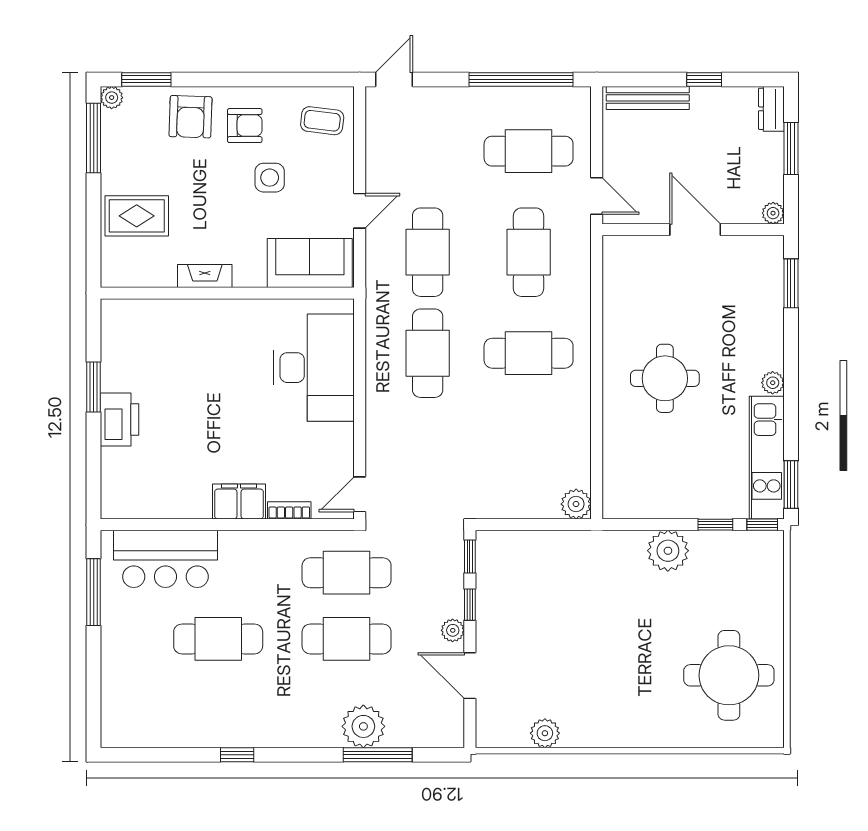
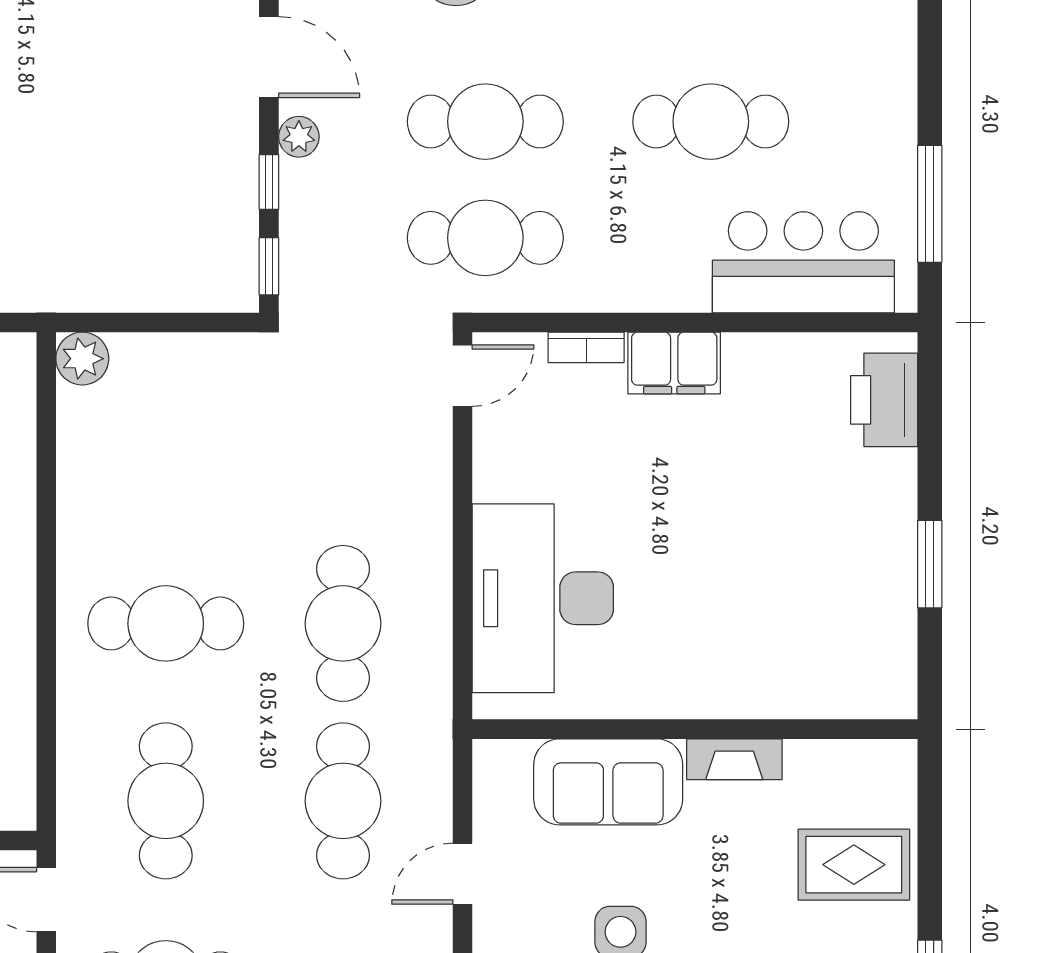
sofa: (310, 263) -> (608, 782), moved
printer: (120, 419) -> (884, 400), moved

